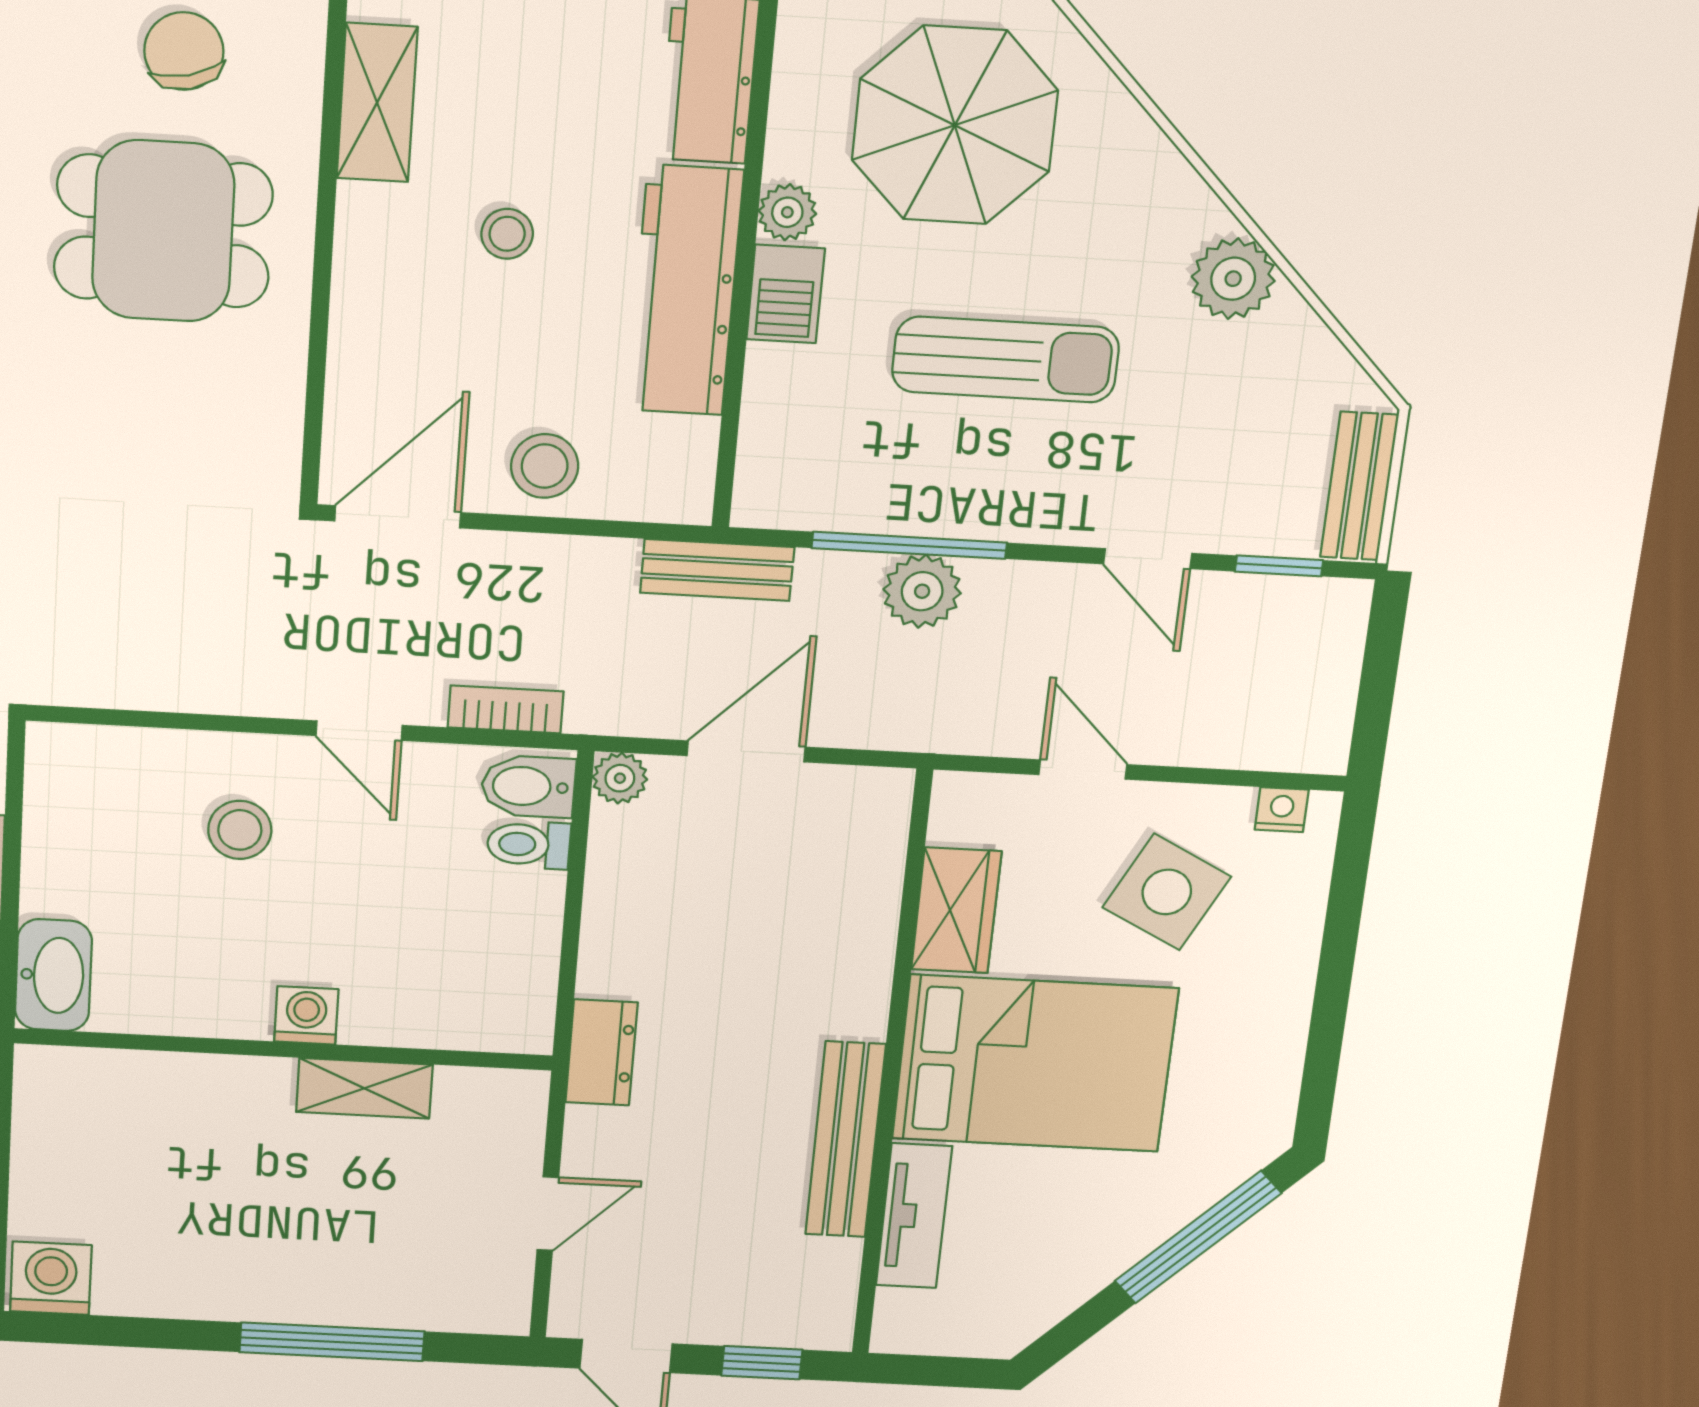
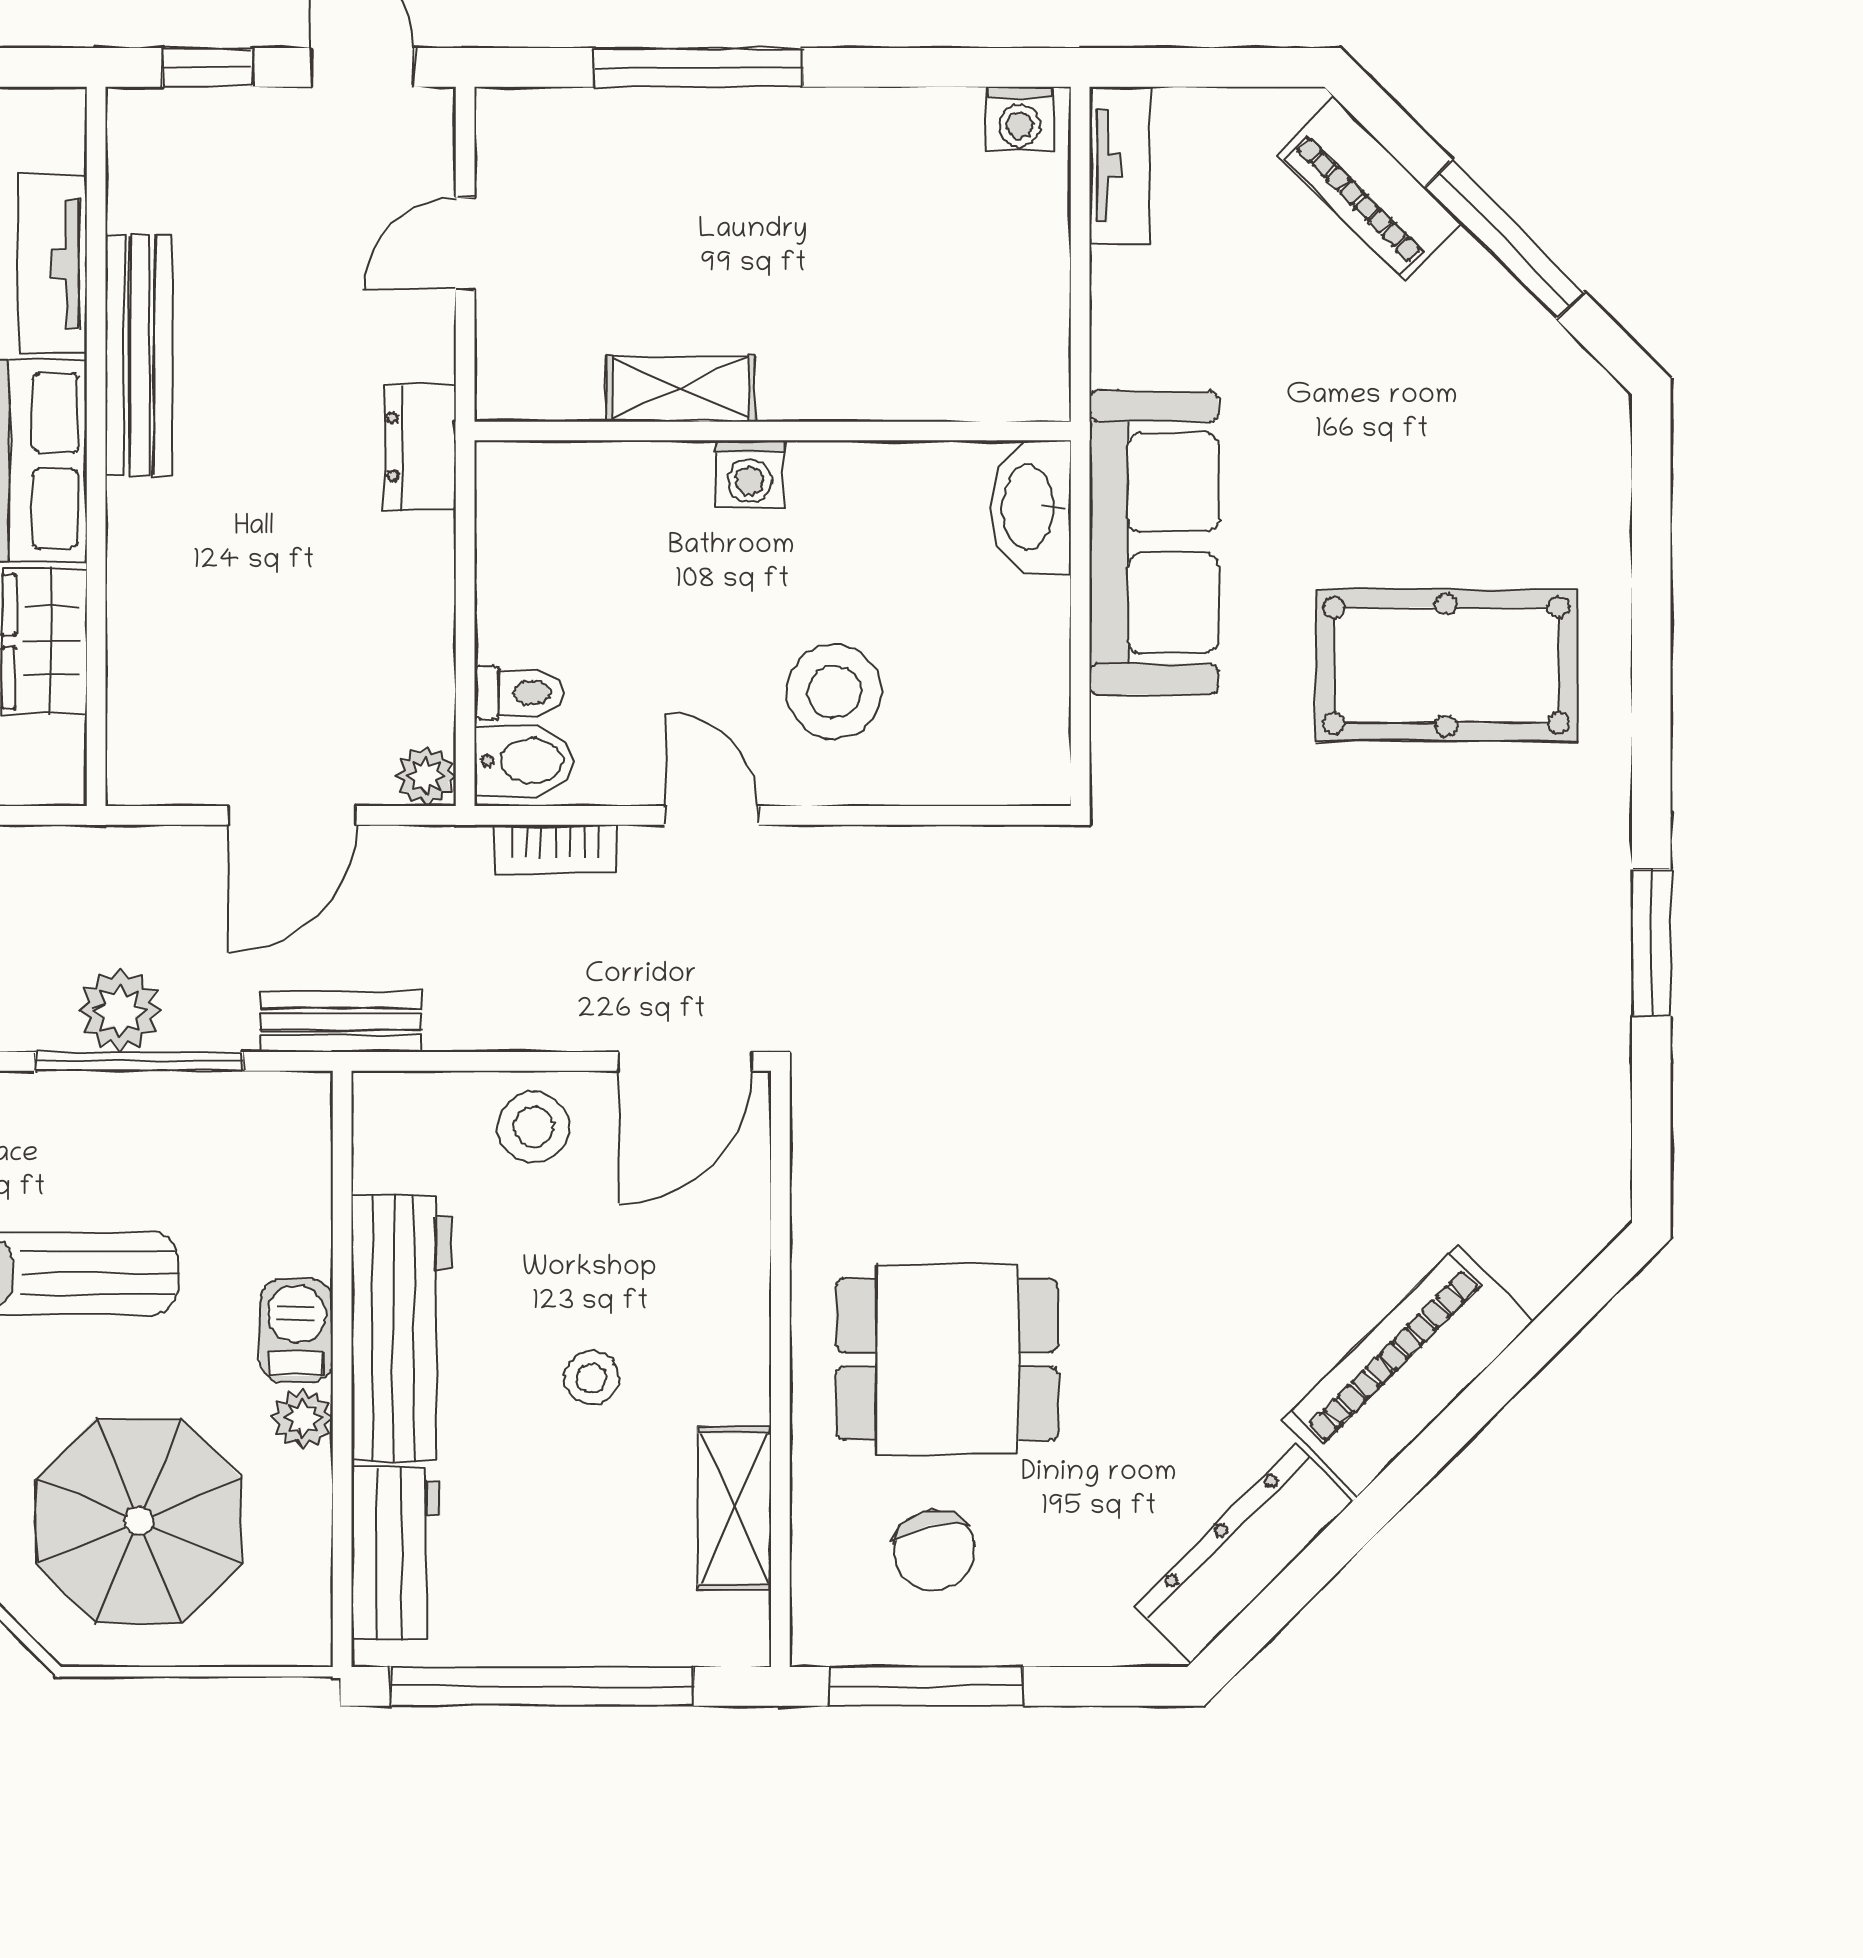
stool: (240, 830) -> (834, 692), width x1.38, depth x1.38
washing machine: (51, 1278) -> (1020, 119), width x0.73, depth x0.73

